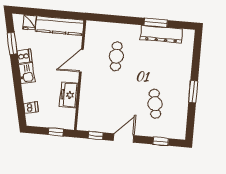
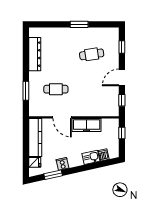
window: (156, 23) -> (26, 91), moved
kitchen sink: (27, 73) -> (91, 157), moved
freezer: (69, 95) -> (87, 125), width x1.40
door: (124, 138) -> (122, 77), hinge flipped

